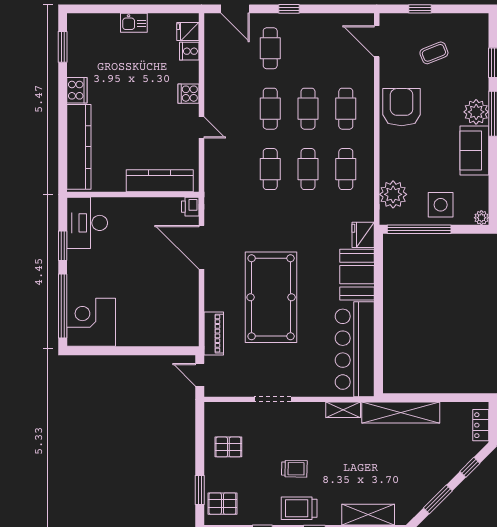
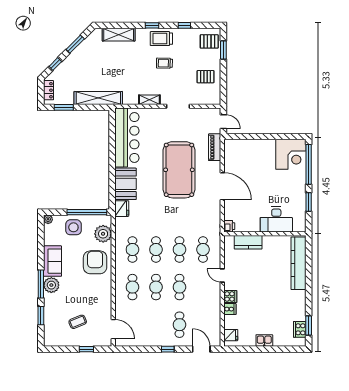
cooker: (189, 51) -> (230, 309), moved
cooker: (77, 90) -> (300, 329), moved
armchair: (402, 107) -> (95, 262), moved, turned 180
cafe table: (232, 169) -> (203, 250), added
kitchen counter: (160, 181) -> (248, 242), width x0.67
desk: (87, 223) -> (276, 219), moved, turned 90
door: (201, 247) -> (222, 186), moved
window: (456, 398) -> (64, 107), added
shelving: (343, 410) -> (149, 100), moved
trolley: (299, 508) -> (161, 39), turned 180

